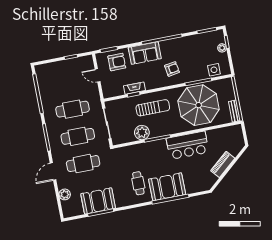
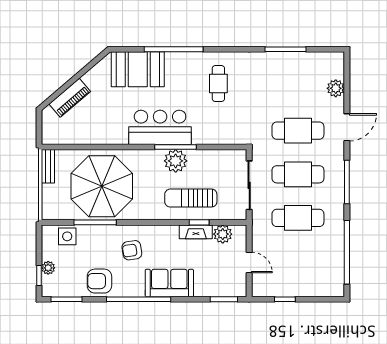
armchair: (117, 62) -> (99, 281), moved
plant: (117, 90) -> (223, 234), added
sun lounger: (153, 108) -> (191, 198), moved
plant: (142, 133) -> (176, 161), moved
bar counter: (188, 145) -> (160, 127), moved
piano: (223, 164) -> (70, 98), moved
booth: (167, 187) -> (138, 69), moved
booth: (98, 201) -> (286, 68), removed

